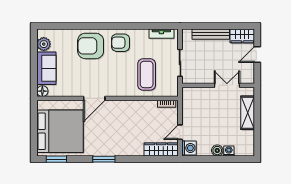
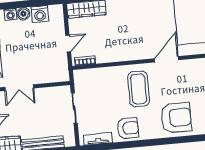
armchair: (121, 43) -> (128, 128), moved
coffee table: (147, 74) -> (139, 89), moved
door: (180, 132) -> (68, 44), moved
washing machine: (189, 148) -> (40, 14), moved, turned -90

